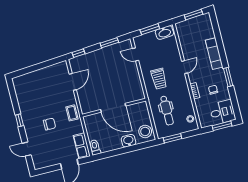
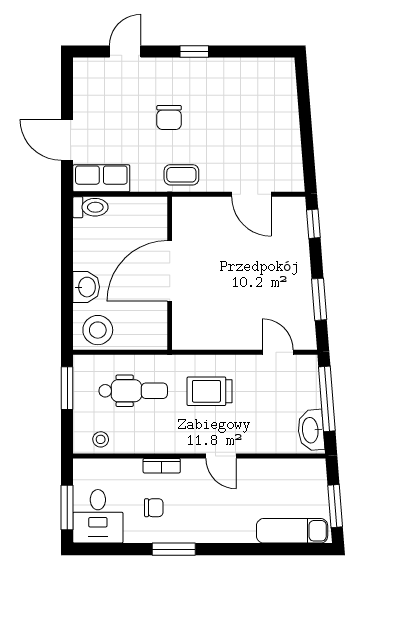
window: (150, 29) -> (327, 399), width x1.44
door: (136, 54) -> (278, 352), hinge flipped
exam couch: (214, 54) -> (292, 531), moved
dental chair: (167, 110) -> (133, 391), turned 180

